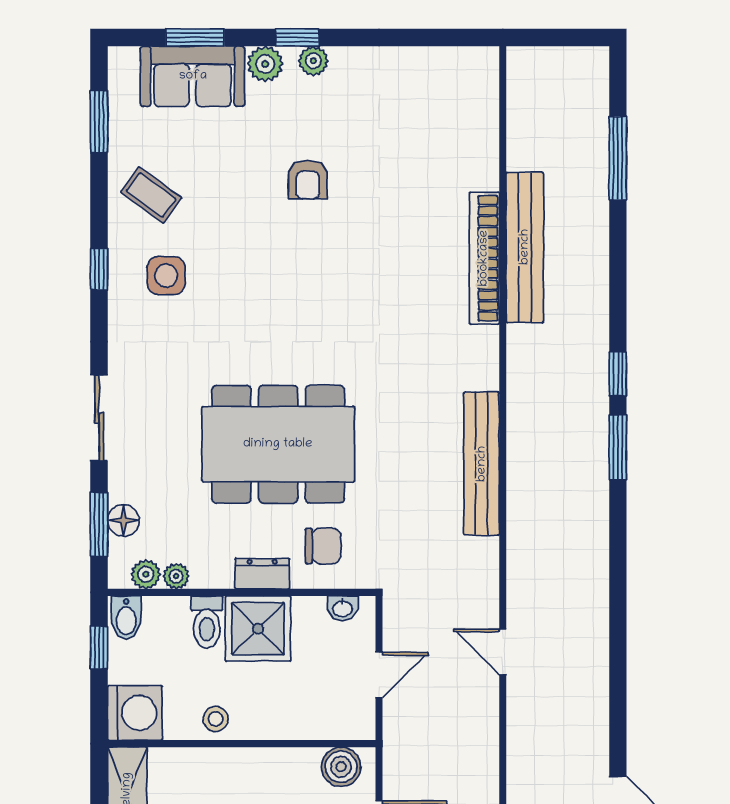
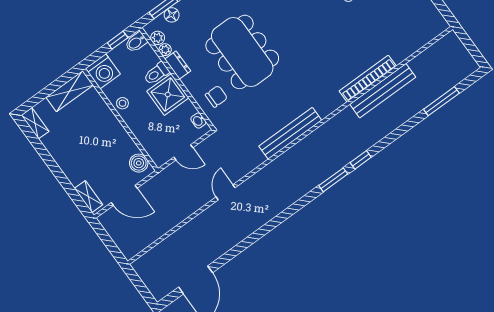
chair: (323, 546) -> (216, 96), turned -90
dresser: (262, 574) -> (178, 65), moved

